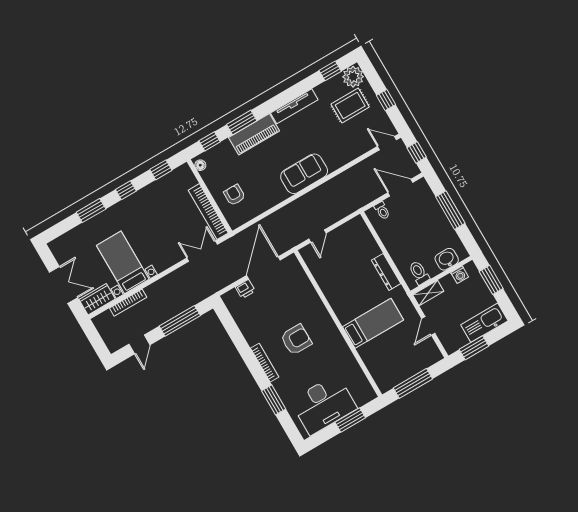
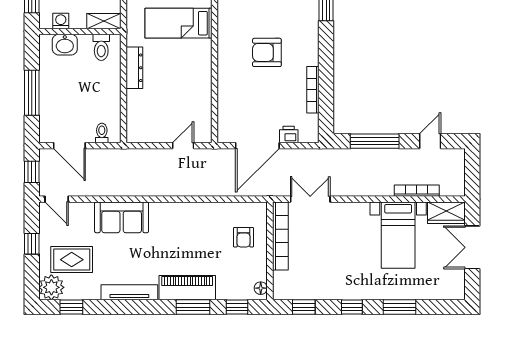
sofa: (304, 174) -> (122, 217), moved
double door: (202, 251) -> (310, 199), swing flipped
bookcase: (265, 363) -> (313, 90), moved

